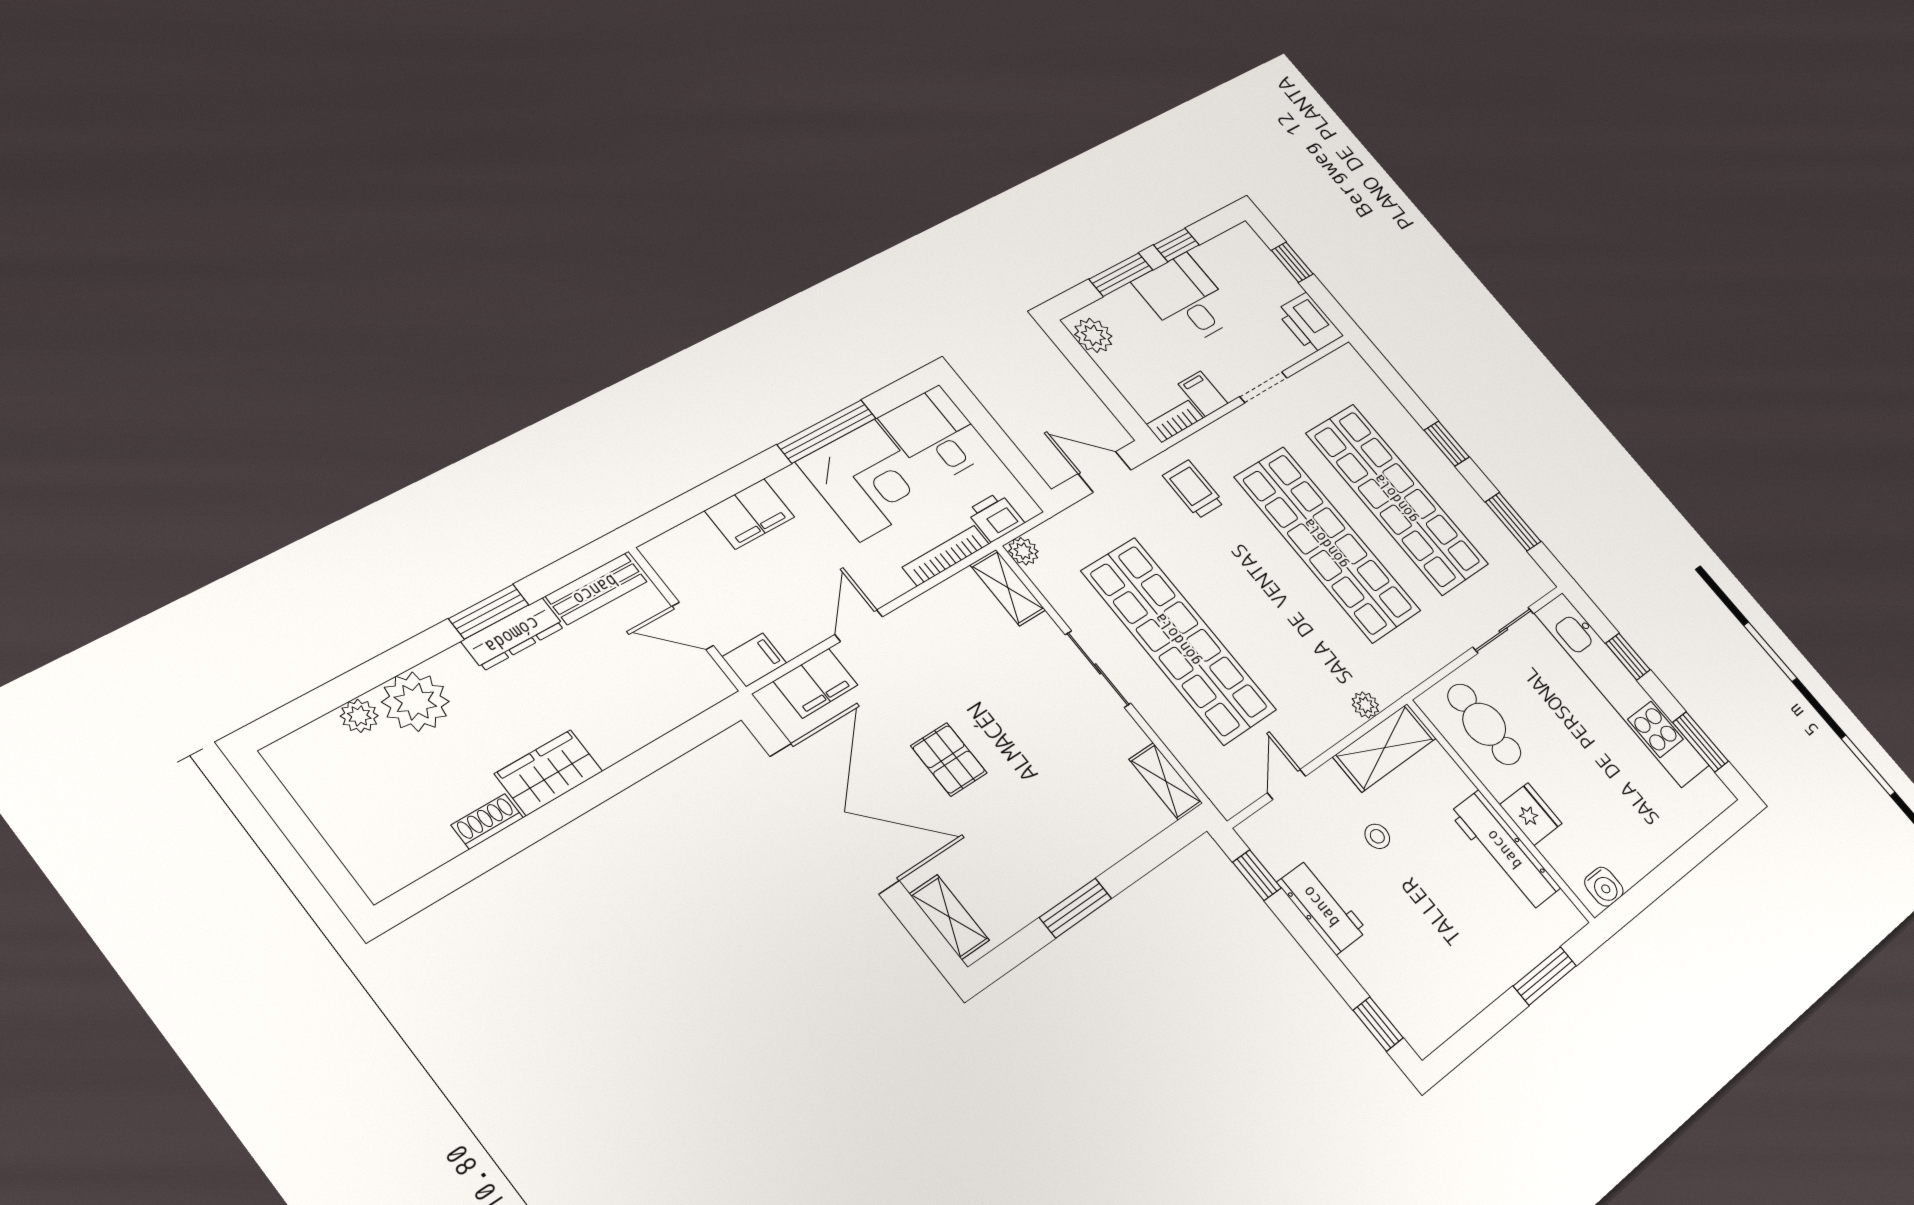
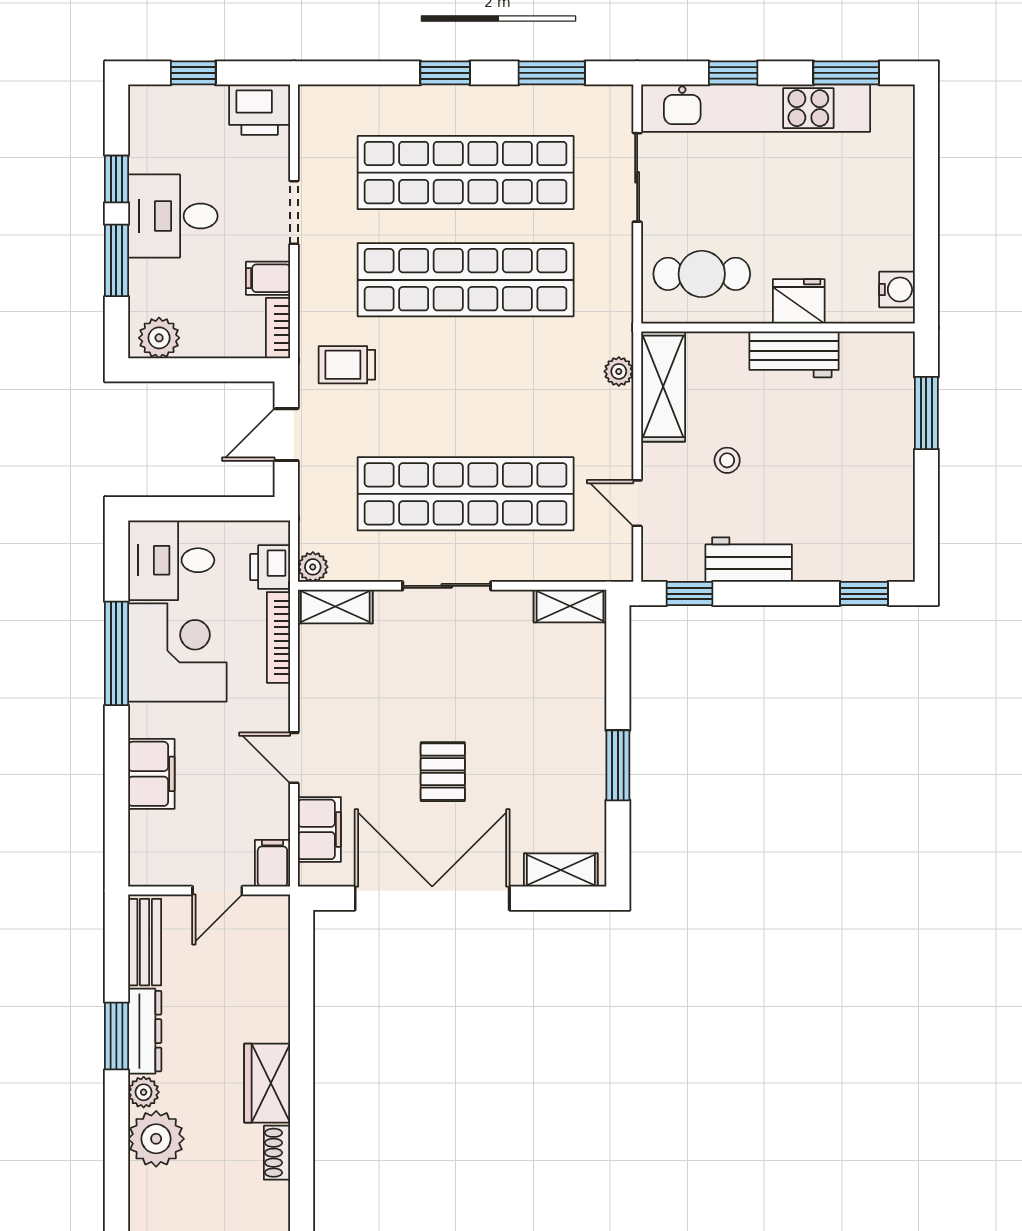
plant: (359, 716) -> (144, 1092), moved
pallet: (949, 759) -> (443, 772), turned 90
workbench: (1505, 850) -> (794, 354), width x0.73

